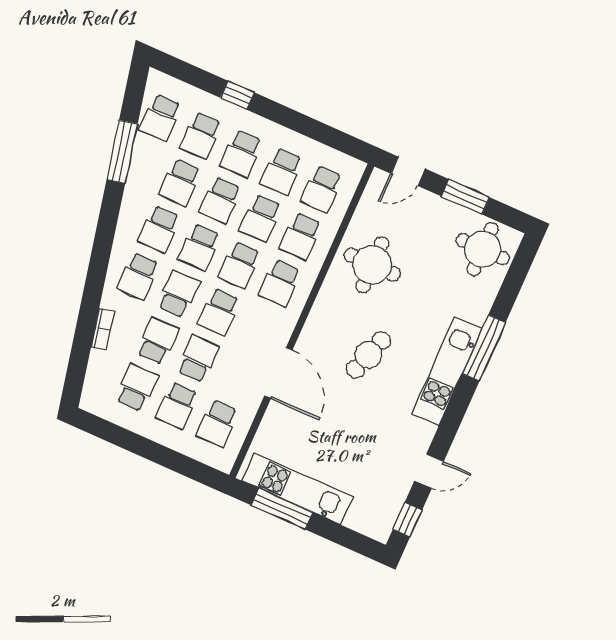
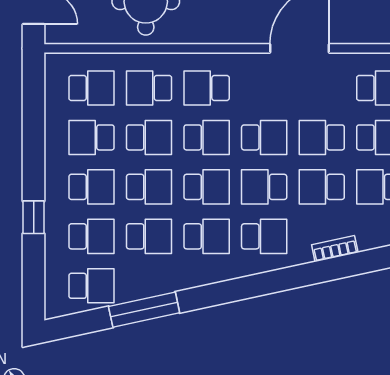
school desk: (281, 171) -> (92, 137), turned 180
school desk: (301, 236) -> (149, 88), turned 180
school desk: (280, 283) -> (207, 88), turned 180

